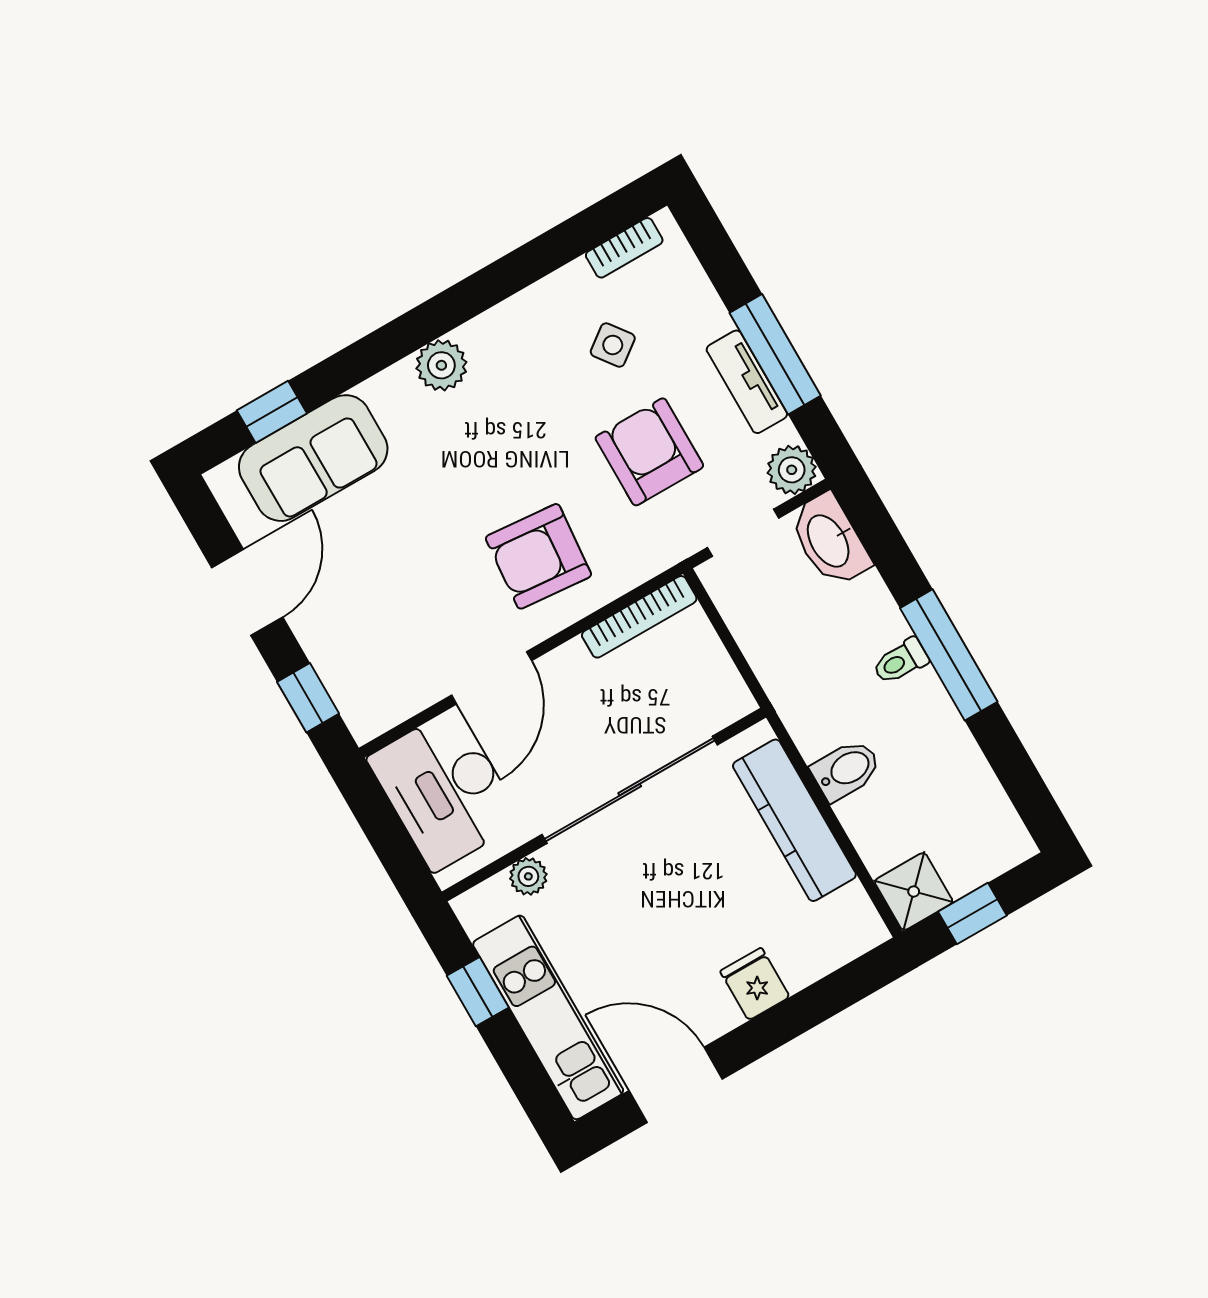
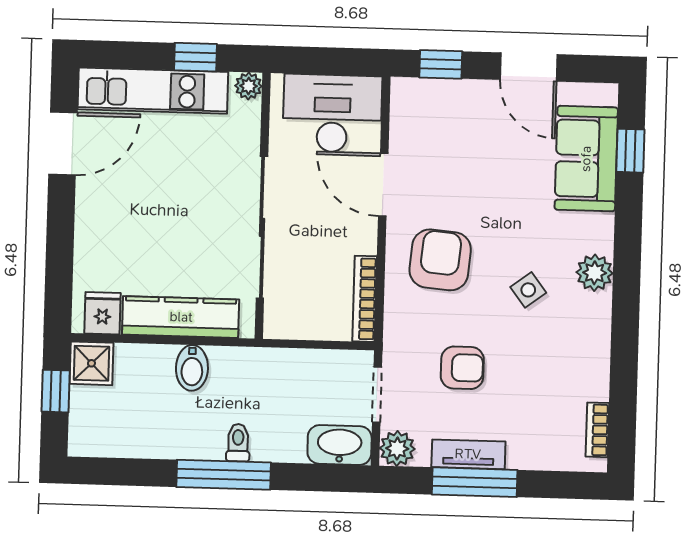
side table: (613, 345) -> (528, 290), moved
armchair: (649, 452) -> (462, 368), width x0.72, depth x0.72
plant: (528, 876) -> (249, 86), moved
fridge: (755, 984) -> (102, 313), moved, turned -90

